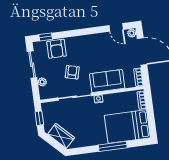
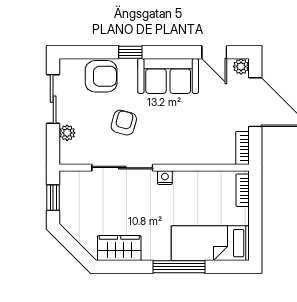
window: (46, 37) -> (130, 52), moved
armchair: (57, 49) -> (101, 76), turned -90
sofa: (107, 81) -> (168, 76), moved, turned 180
bed: (127, 127) -> (210, 243), width x0.67
wardrobe: (61, 136) -> (119, 248), moved, turned -45

